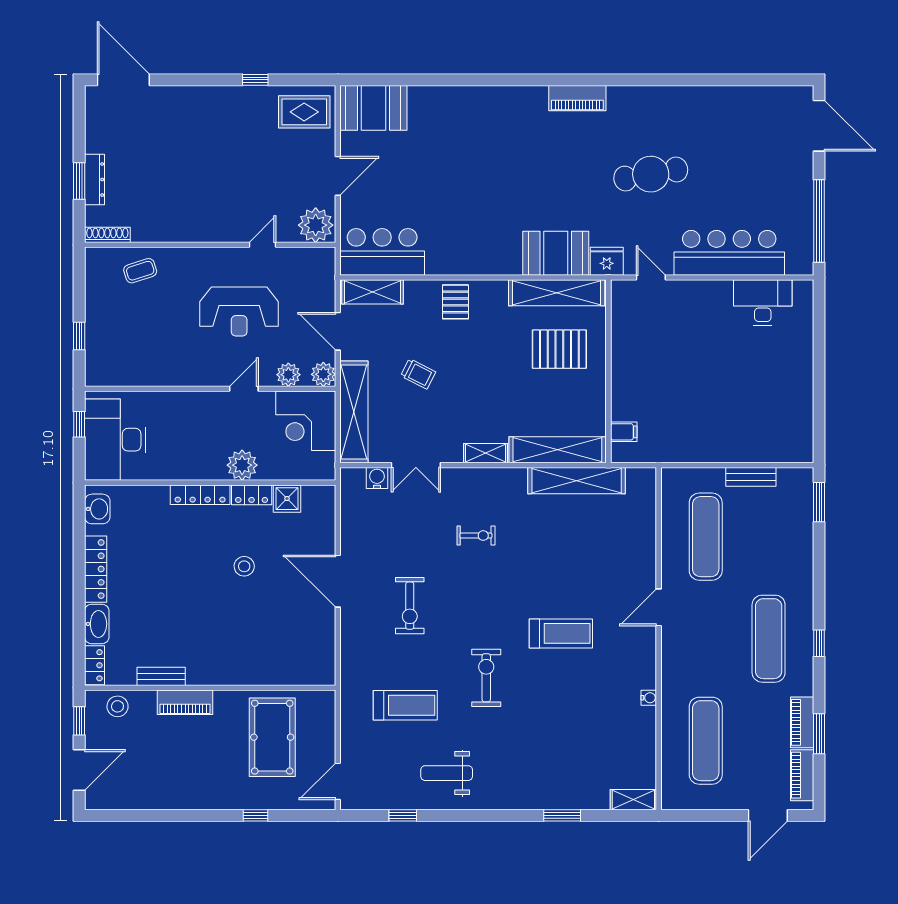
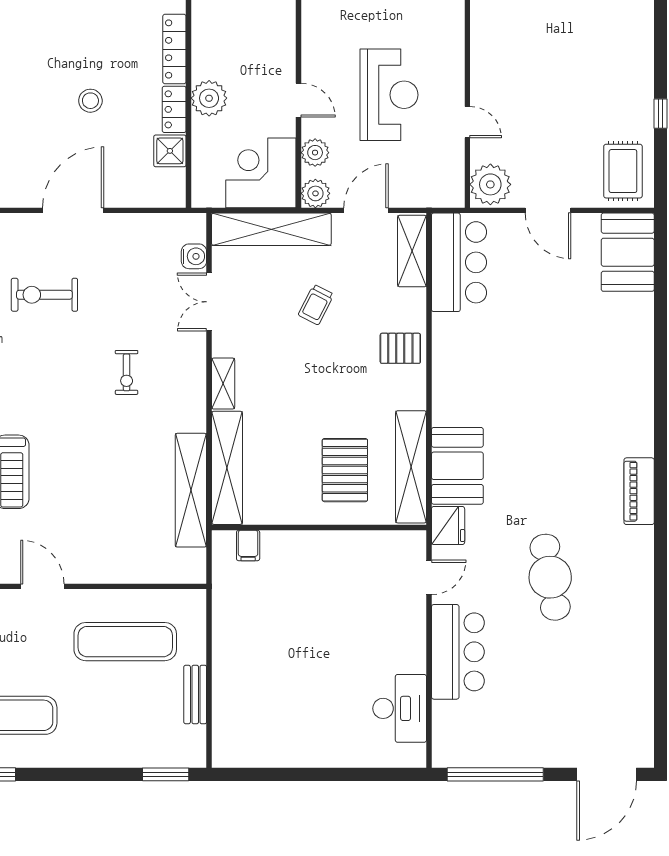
bar counter: (729, 253) -> (458, 652), width x0.73
reception desk: (239, 312) -> (389, 95), turned 180

